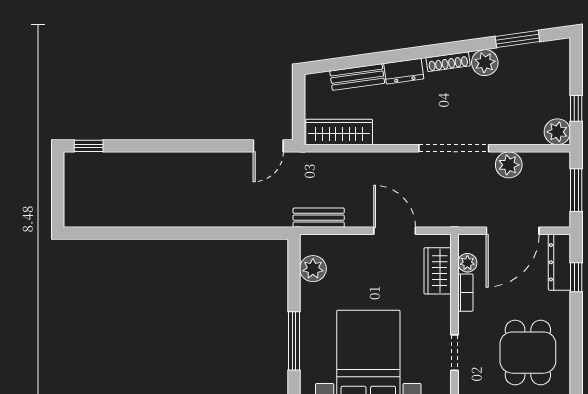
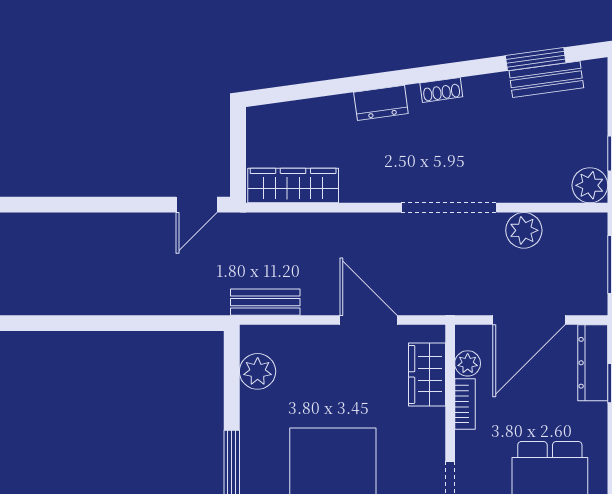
shoe rack: (448, 62) -> (441, 90), width x0.70
plant: (485, 63) -> (491, 91), removed
bench: (357, 77) -> (546, 79), moved

